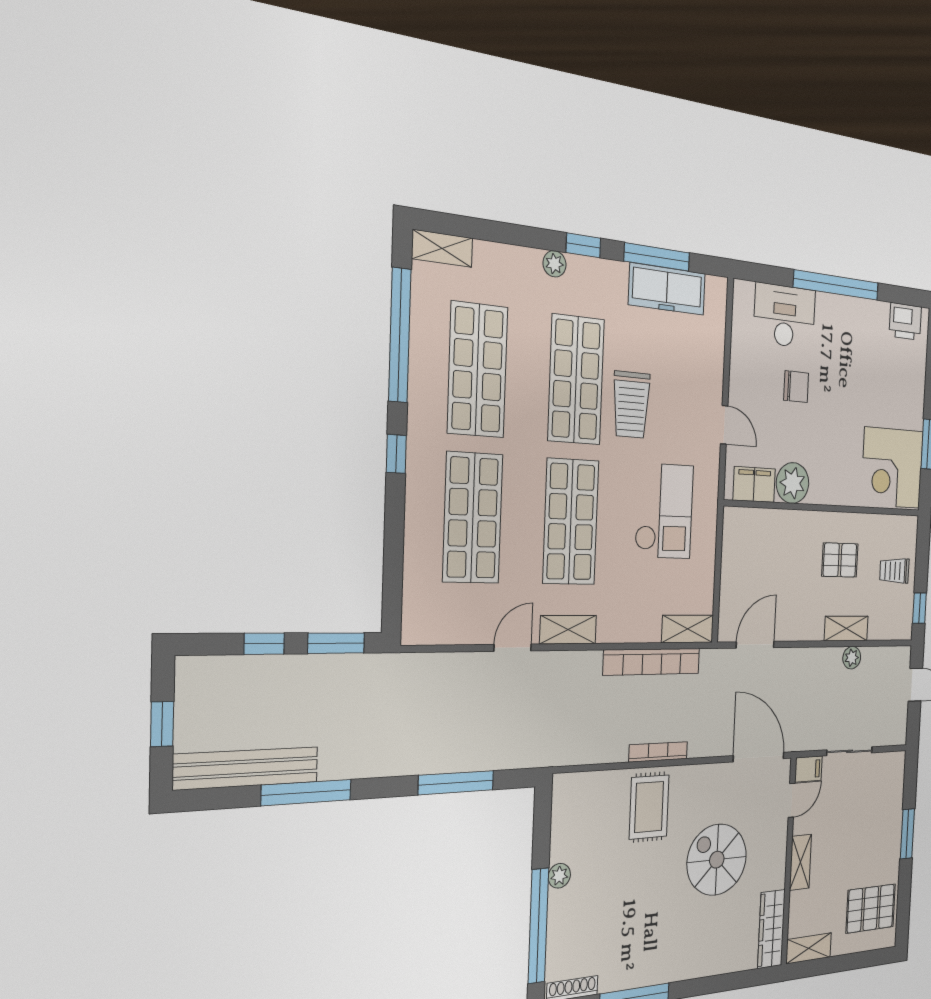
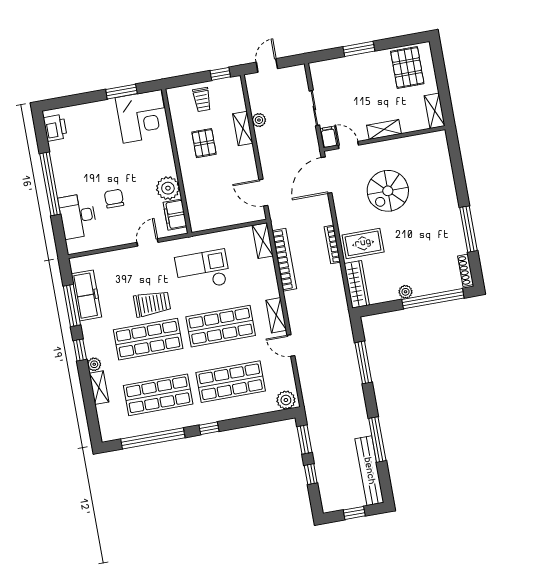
shelving: (442, 248) -> (99, 388), moved
plant: (418, 619) -> (286, 400), added
wardrobe: (771, 929) -> (357, 284), moved, turned -90

